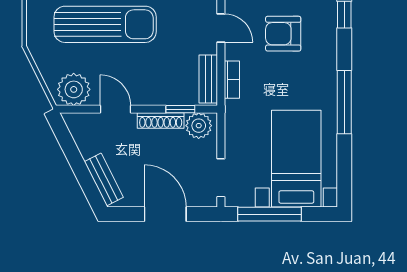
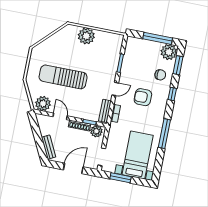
sun lounger: (105, 24) -> (63, 77), turned 180
door: (221, 28) -> (115, 89), hinge flipped
door: (165, 214) -> (73, 168), hinge flipped
window: (270, 214) -> (121, 178), width x0.69

